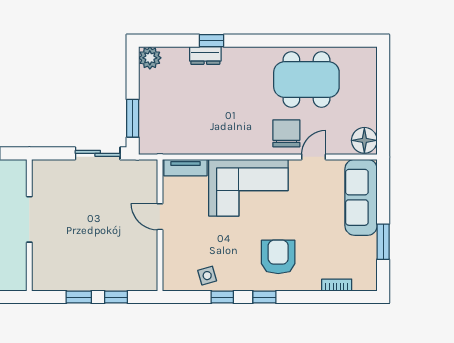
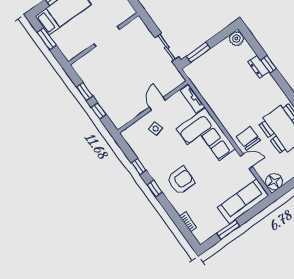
chair: (286, 133) -> (248, 138), turned -90
side table: (207, 276) -> (155, 129), moved

